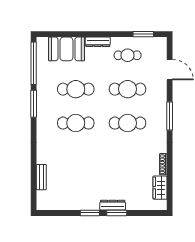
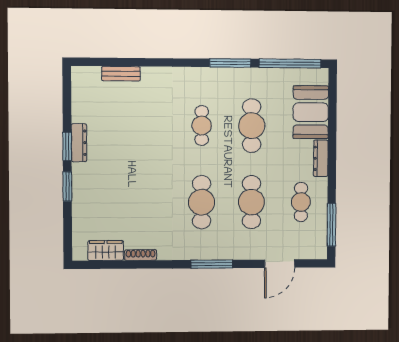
window: (143, 34) -> (331, 225), width x1.44
cafe table: (76, 123) -> (202, 126), width x0.73, depth x0.74
dresser: (113, 205) -> (79, 143), moved

